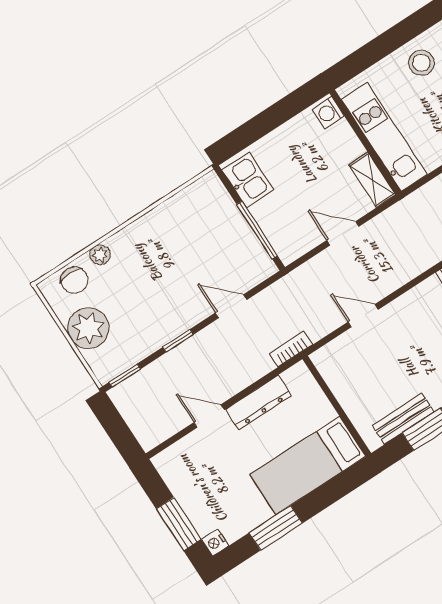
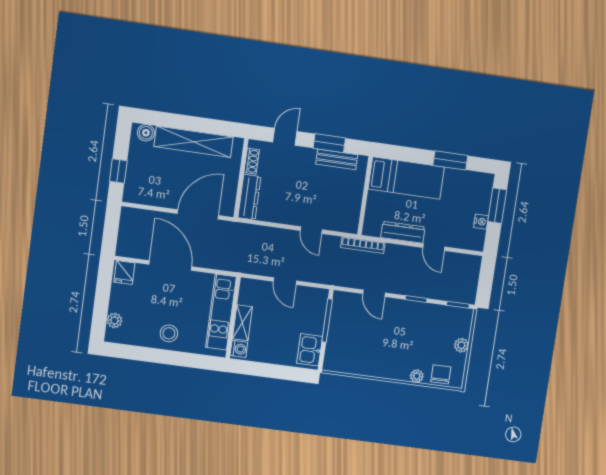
shelving: (372, 180) -> (242, 323), moved
plant: (88, 328) -> (461, 345), width x0.53, depth x0.53
bookcase: (291, 349) -> (363, 245), width x1.56
nightstand: (215, 542) -> (481, 222), moved

